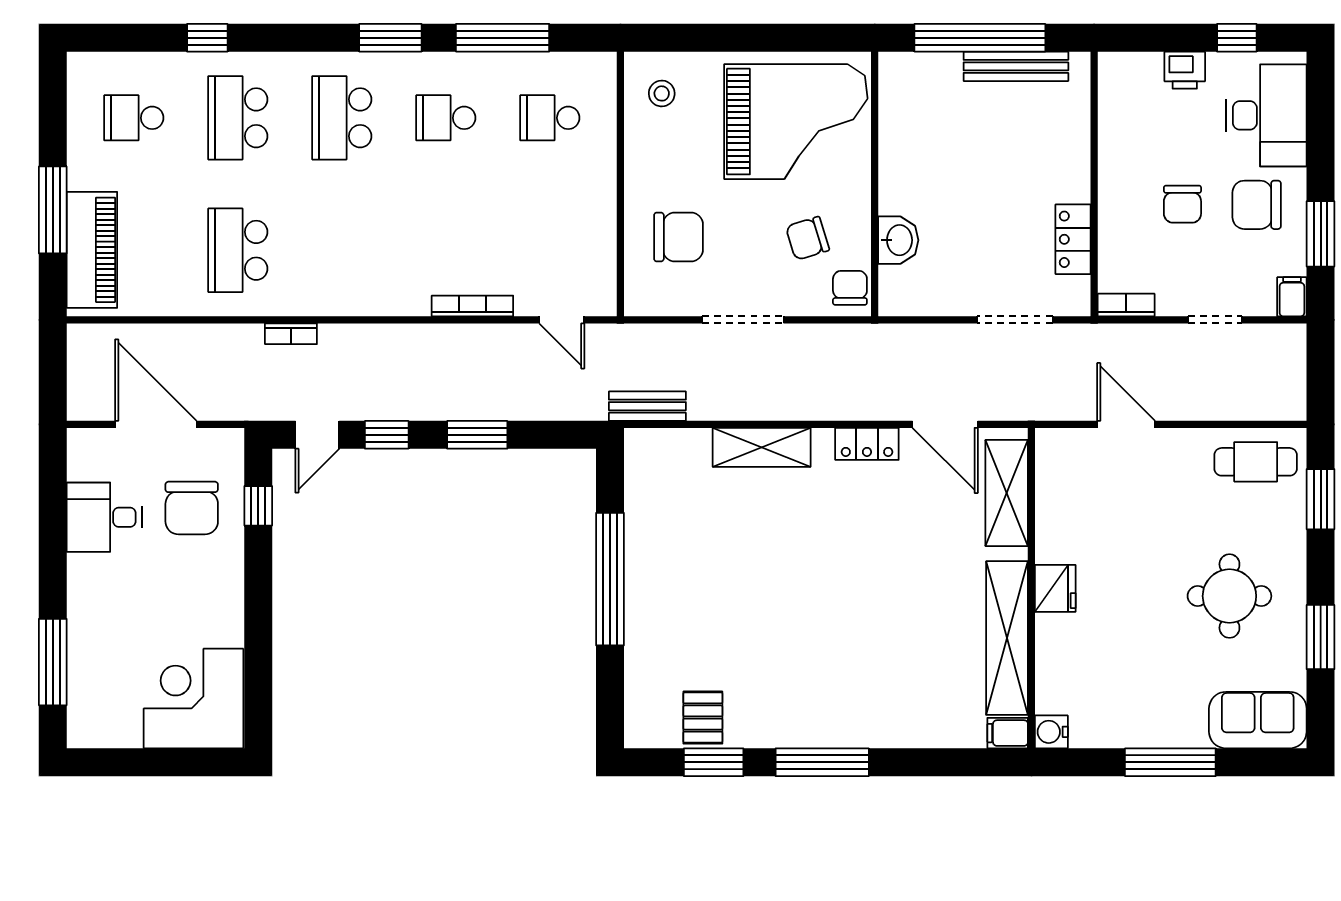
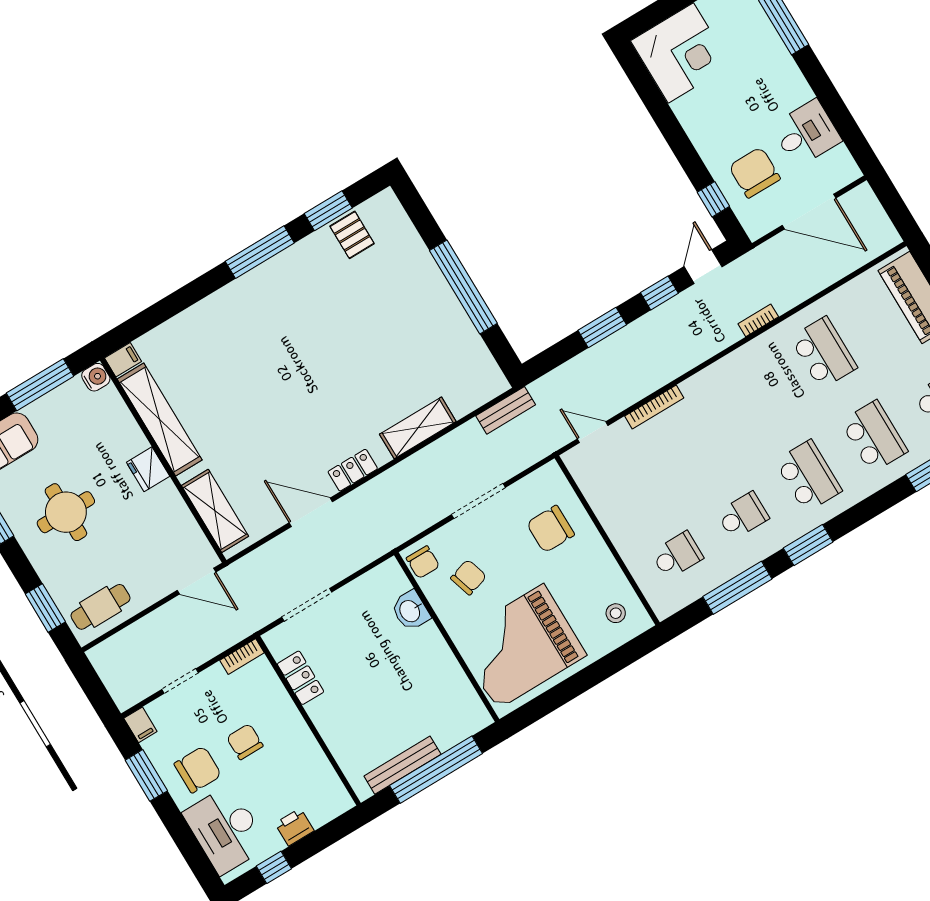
shelving: (1007, 493) -> (215, 511), moved
wall: (1031, 588) -> (163, 460), moved
fridge: (1055, 588) -> (148, 469), moved
shelving: (1007, 638) -> (160, 419), moved
water cooler: (1051, 732) -> (96, 377), moved
filing cabinet: (1008, 733) -> (123, 360), moved

